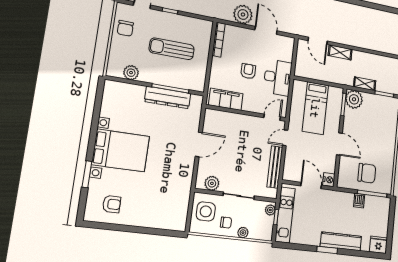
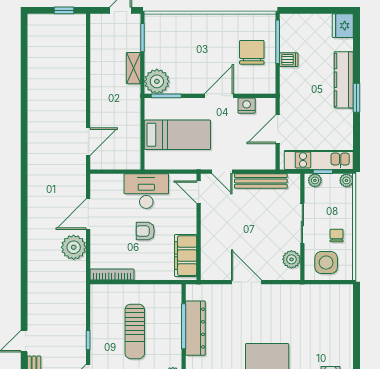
shelving: (340, 52) -> (97, 108), removed
nightstand: (329, 180) -> (247, 106), moved
plant: (243, 233) -> (346, 180), moved

